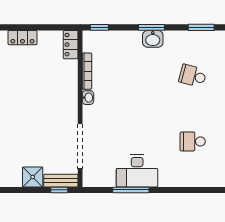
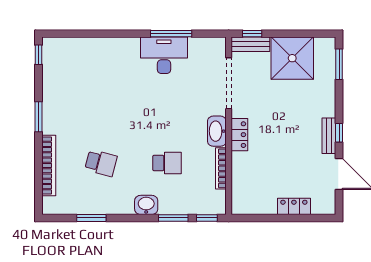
window: (152, 27) -> (173, 218), moved
locker: (71, 45) -> (239, 135), moved
washbasin: (88, 98) -> (217, 131), width x1.91, depth x1.45
school desk: (193, 141) -> (167, 163), moved
shower: (33, 177) -> (292, 58), width x1.86, depth x1.86

